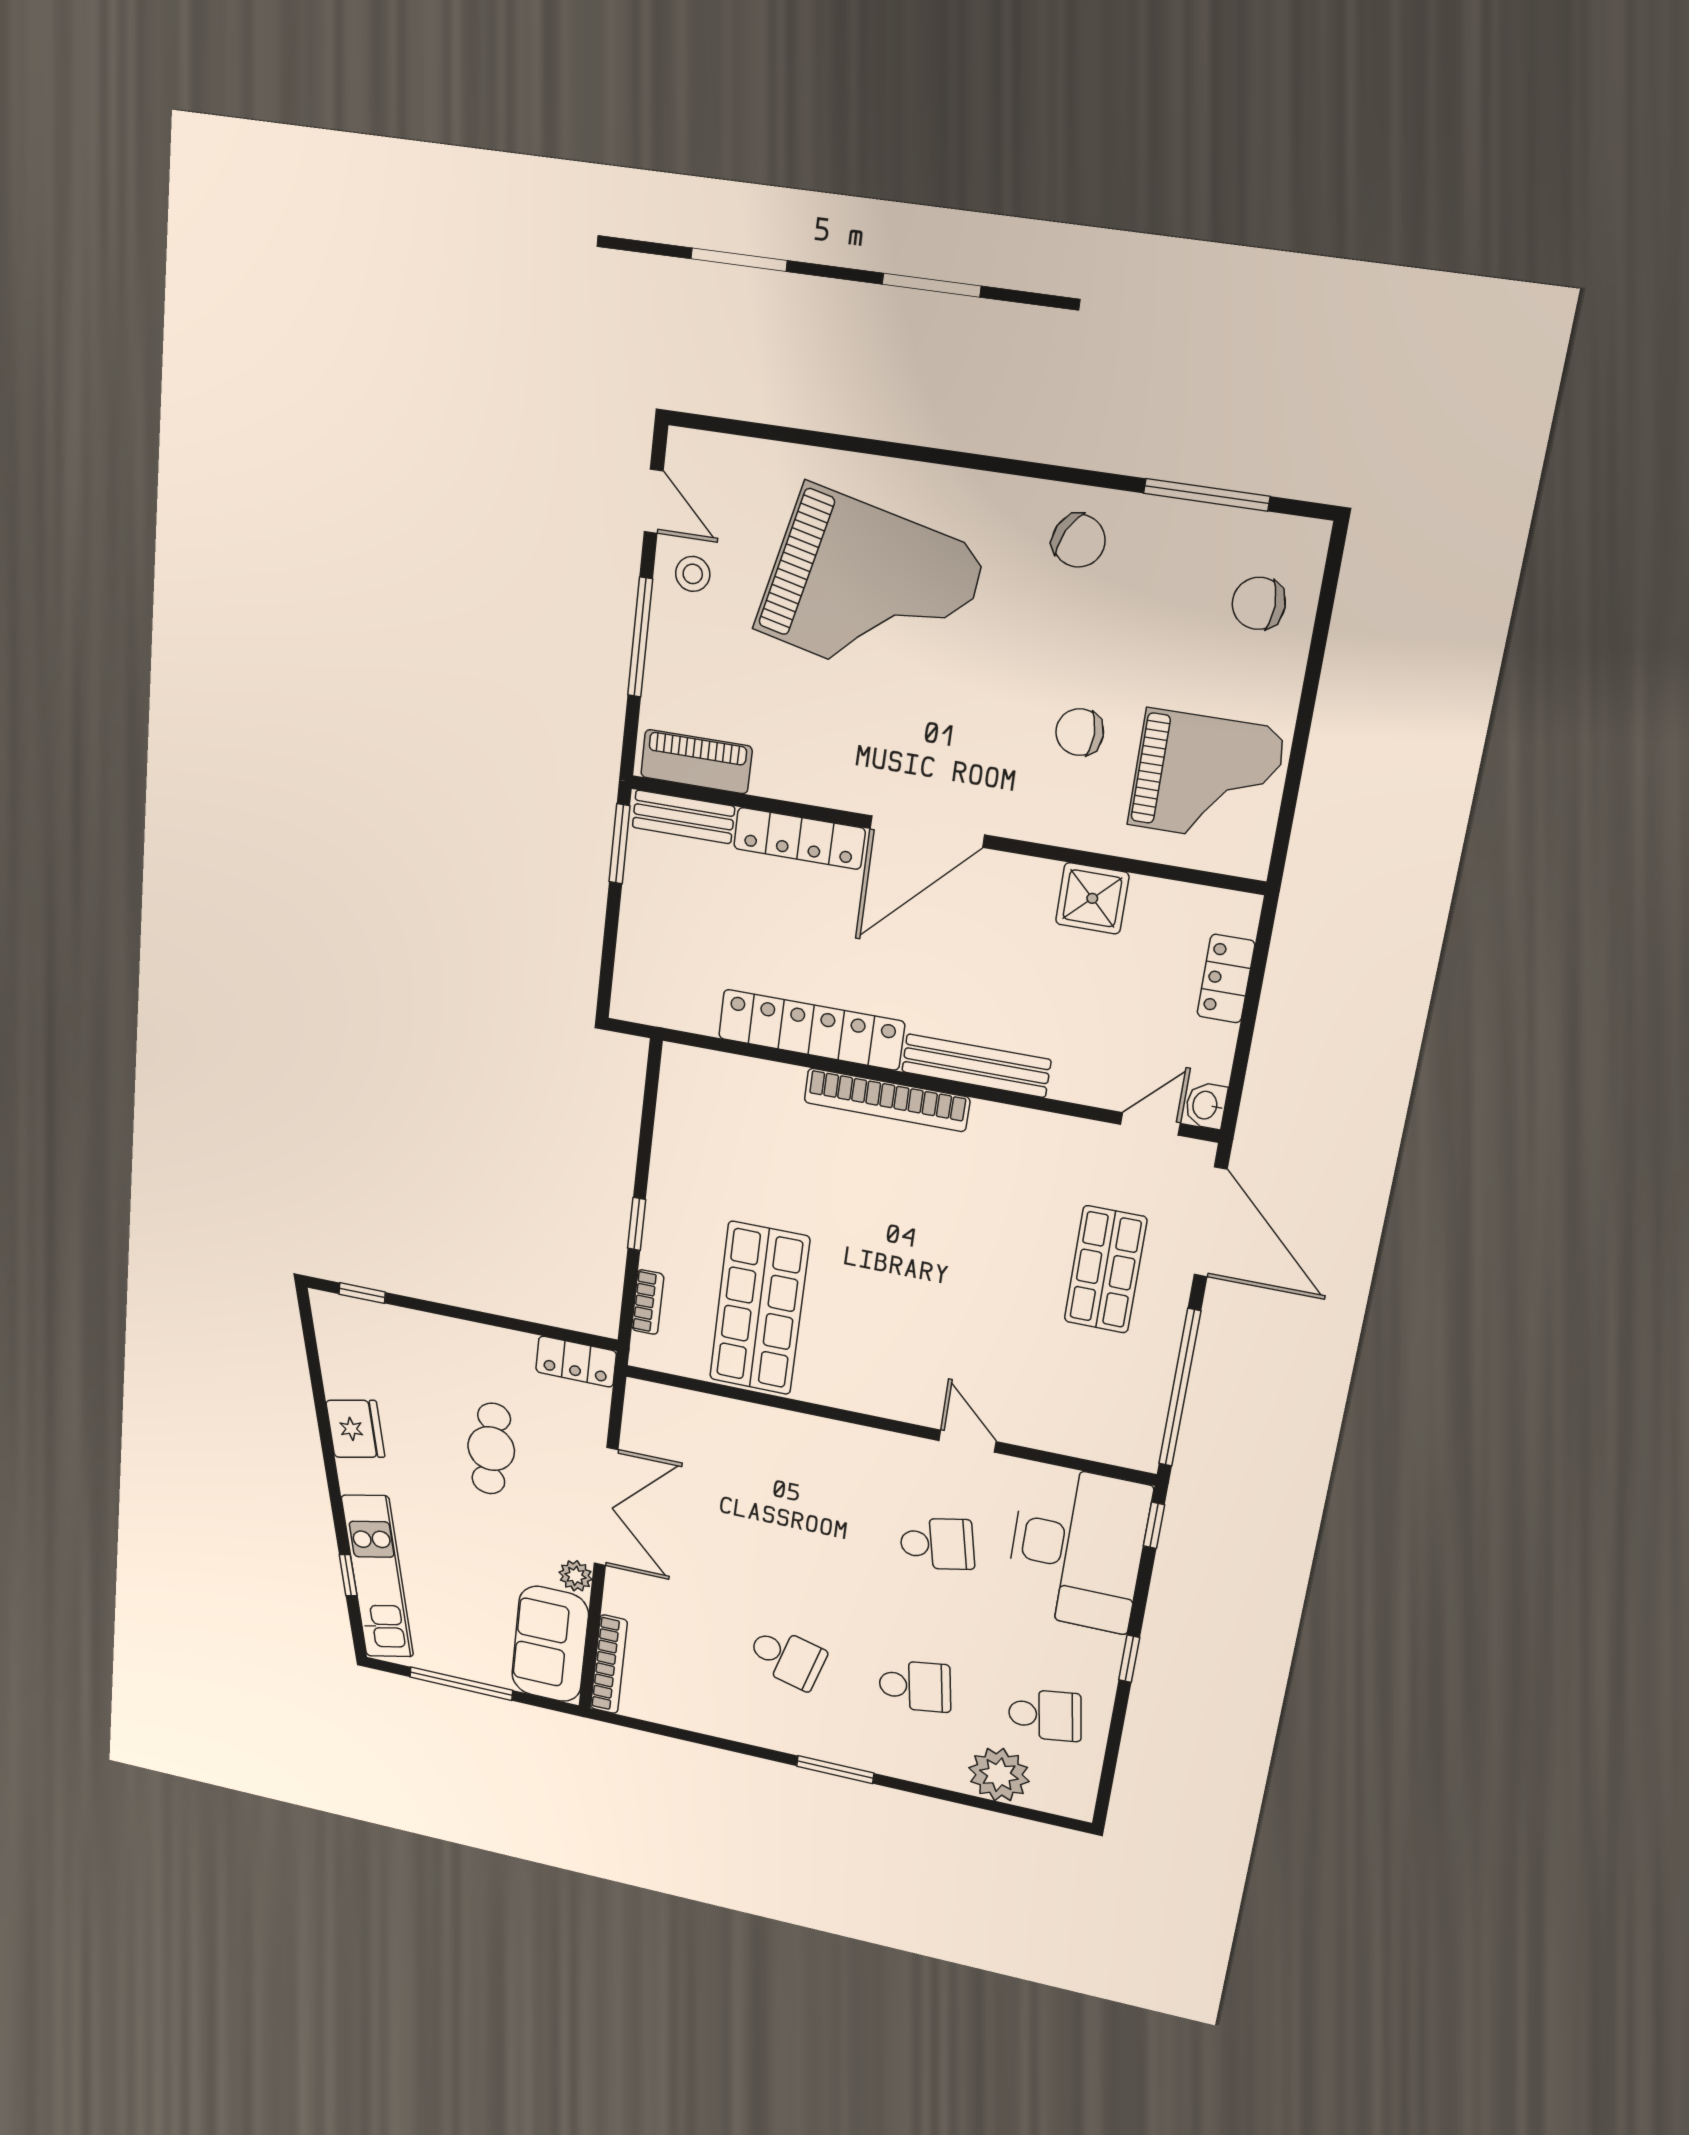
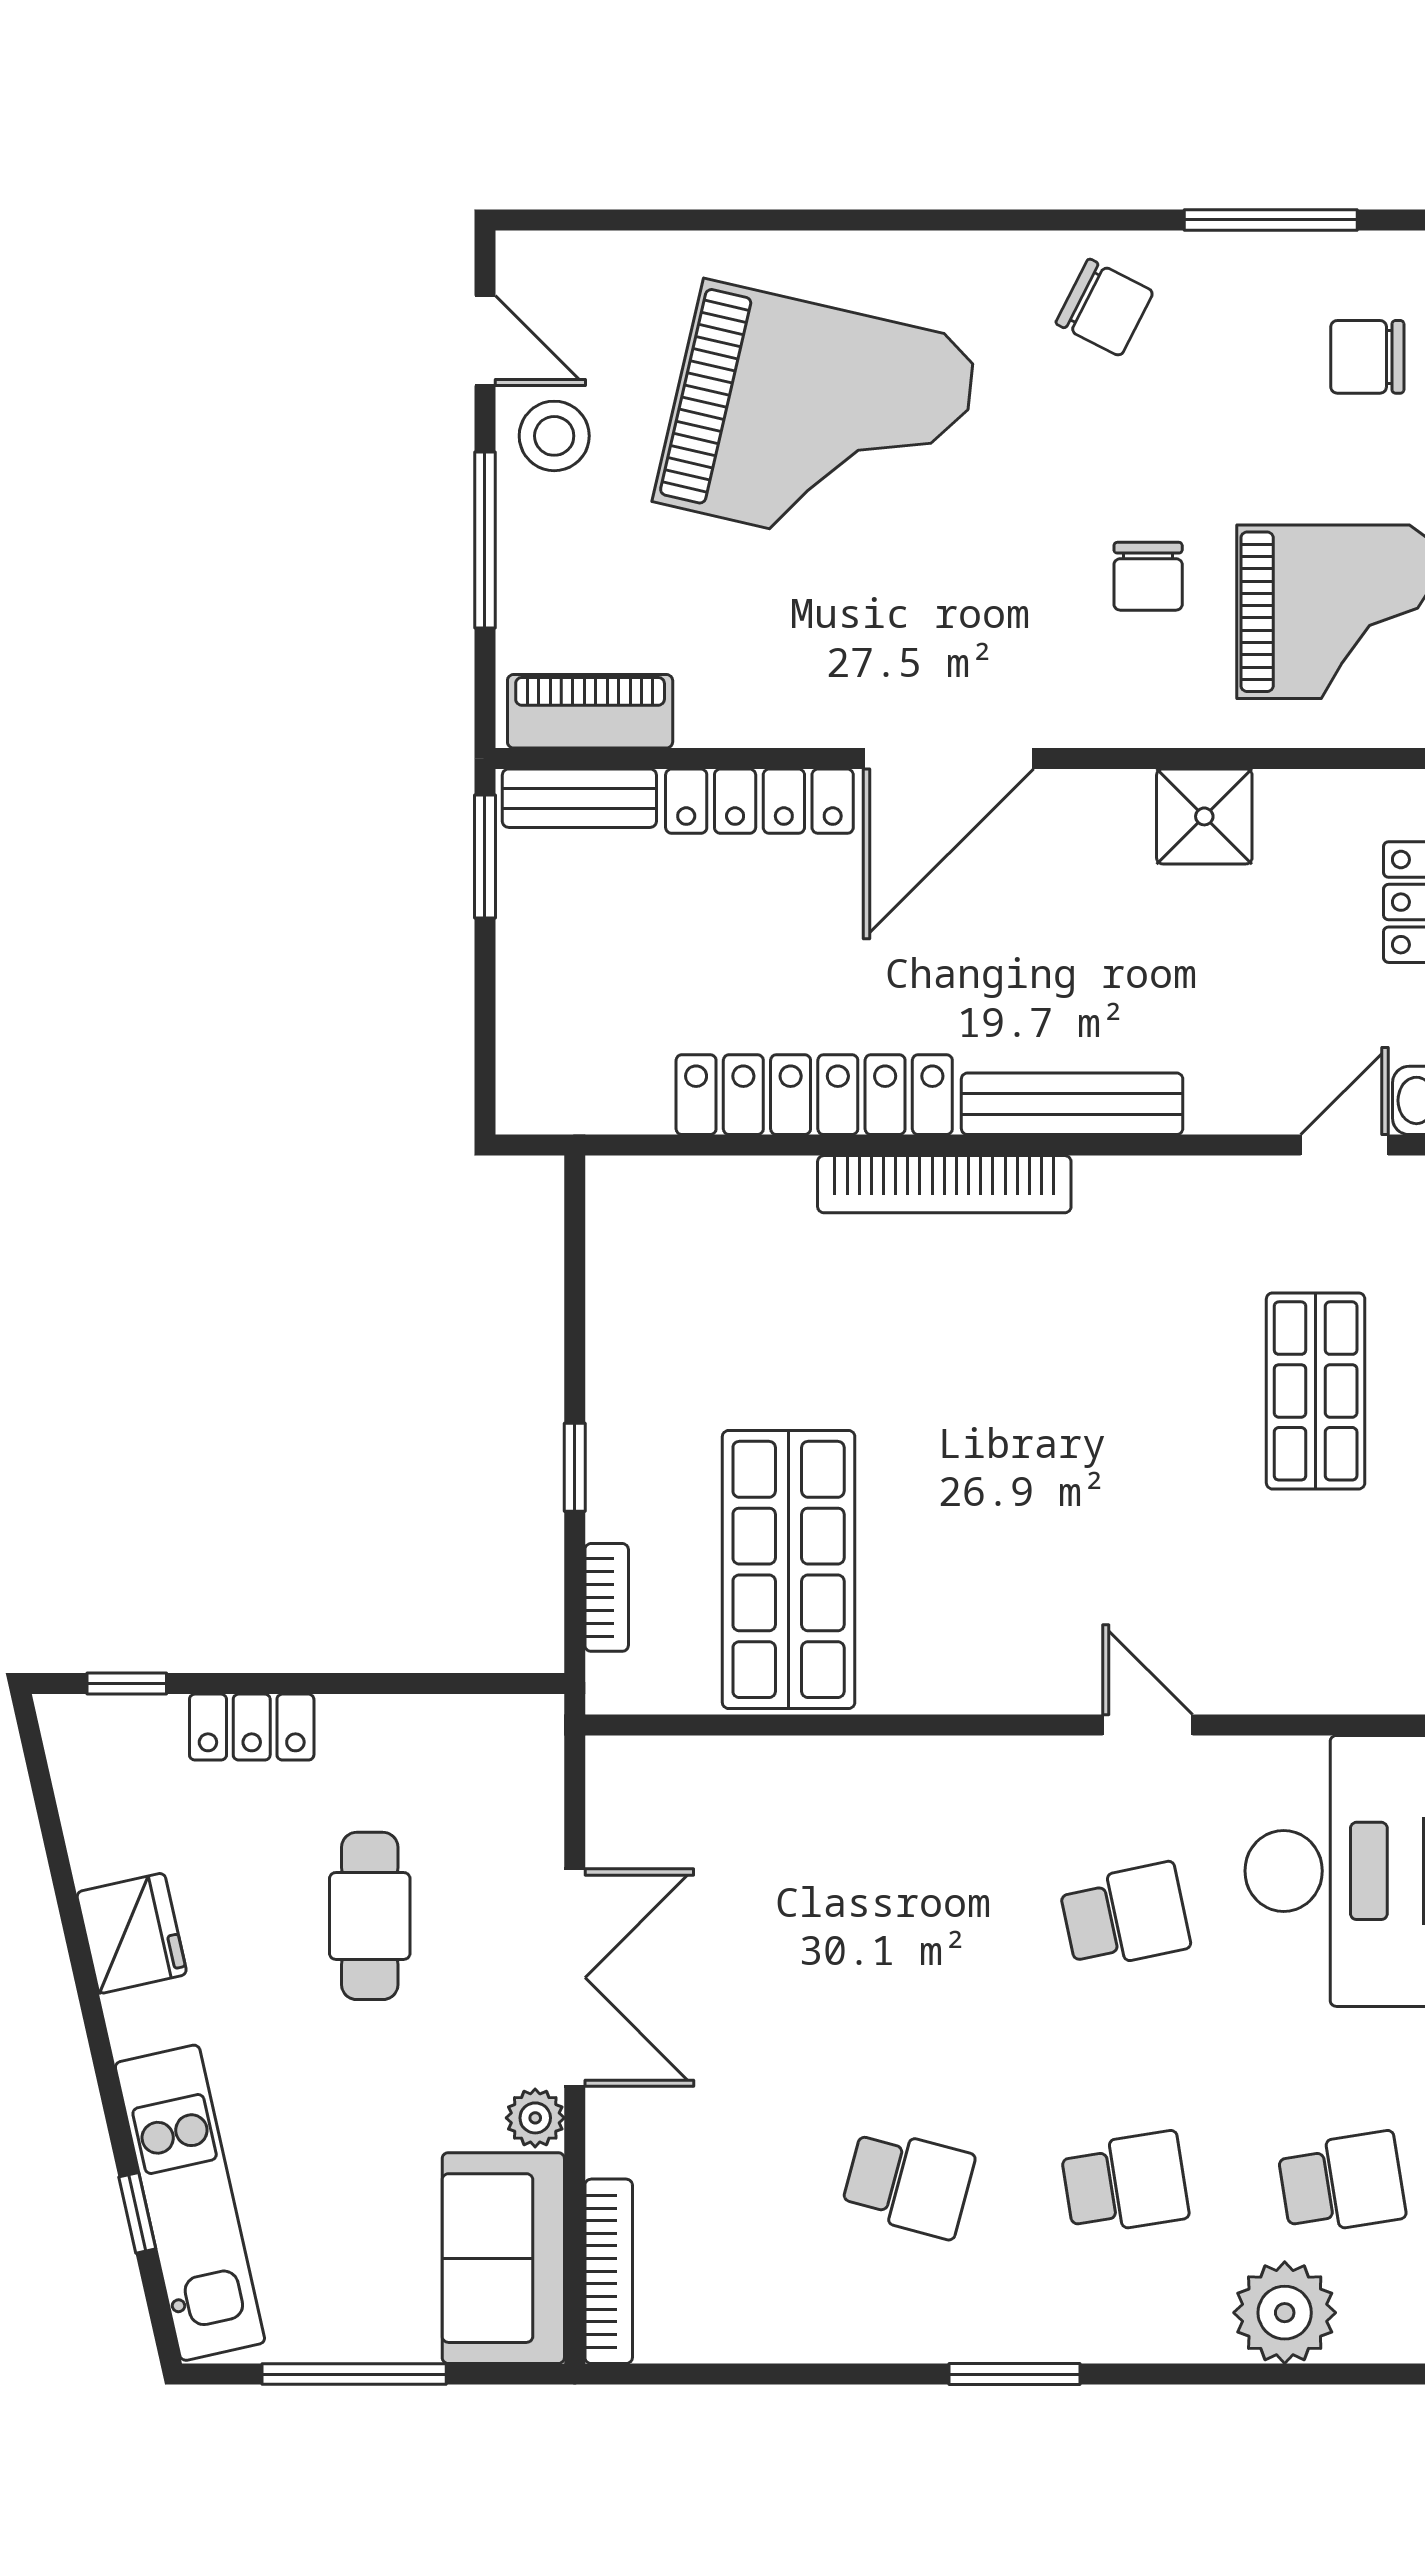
stool: (693, 574) -> (554, 436), width x1.37, depth x1.37
chair: (1080, 732) -> (1148, 576), turned -90
locker: (576, 1362) -> (252, 1727), moved

